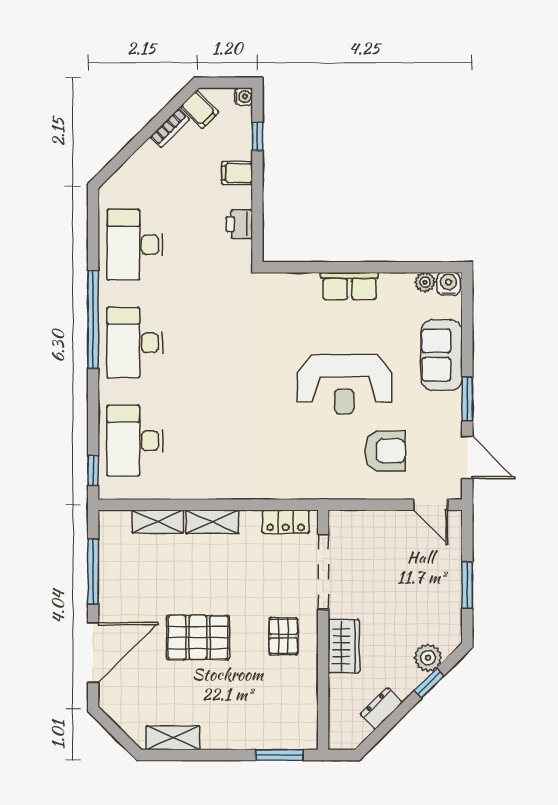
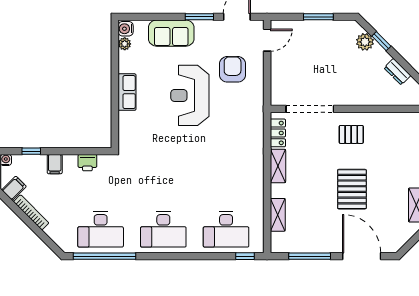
bookcase: (170, 128) -> (31, 212), width x1.56
window: (93, 319) -> (105, 256), moved
reception desk: (344, 384) -> (190, 95), turned 180
shelving: (212, 522) -> (278, 166), moved
wardrobe: (344, 646) -> (358, 96), removed

